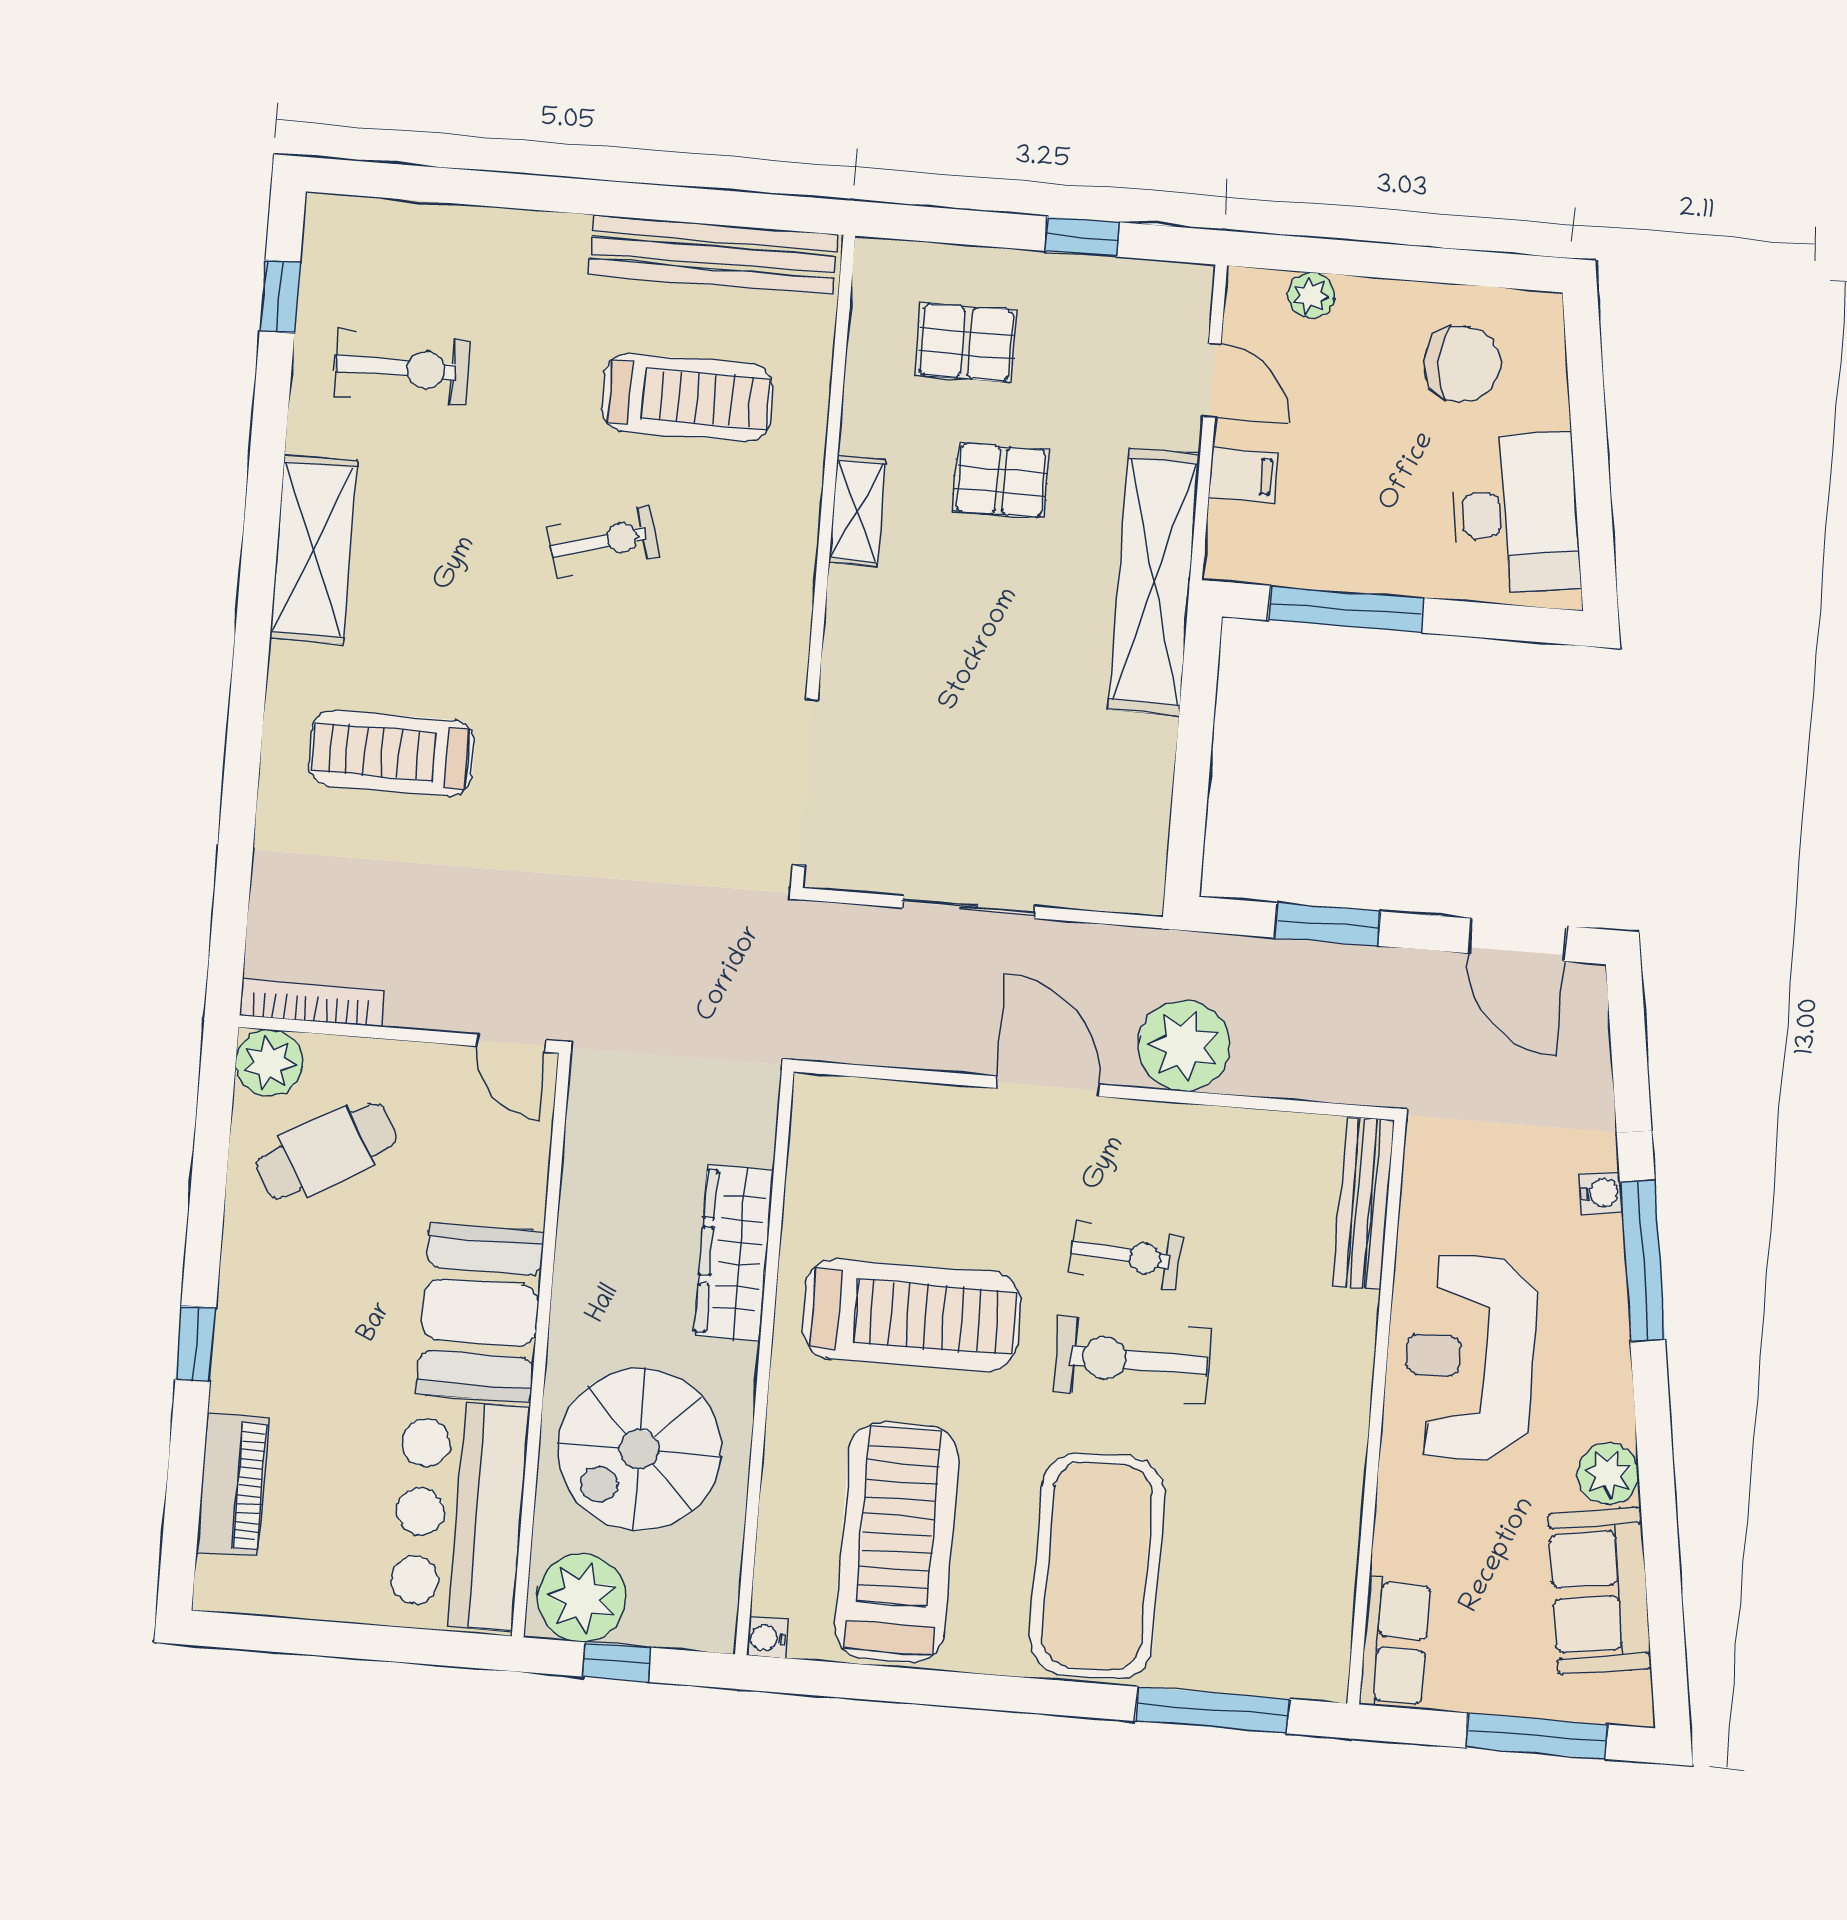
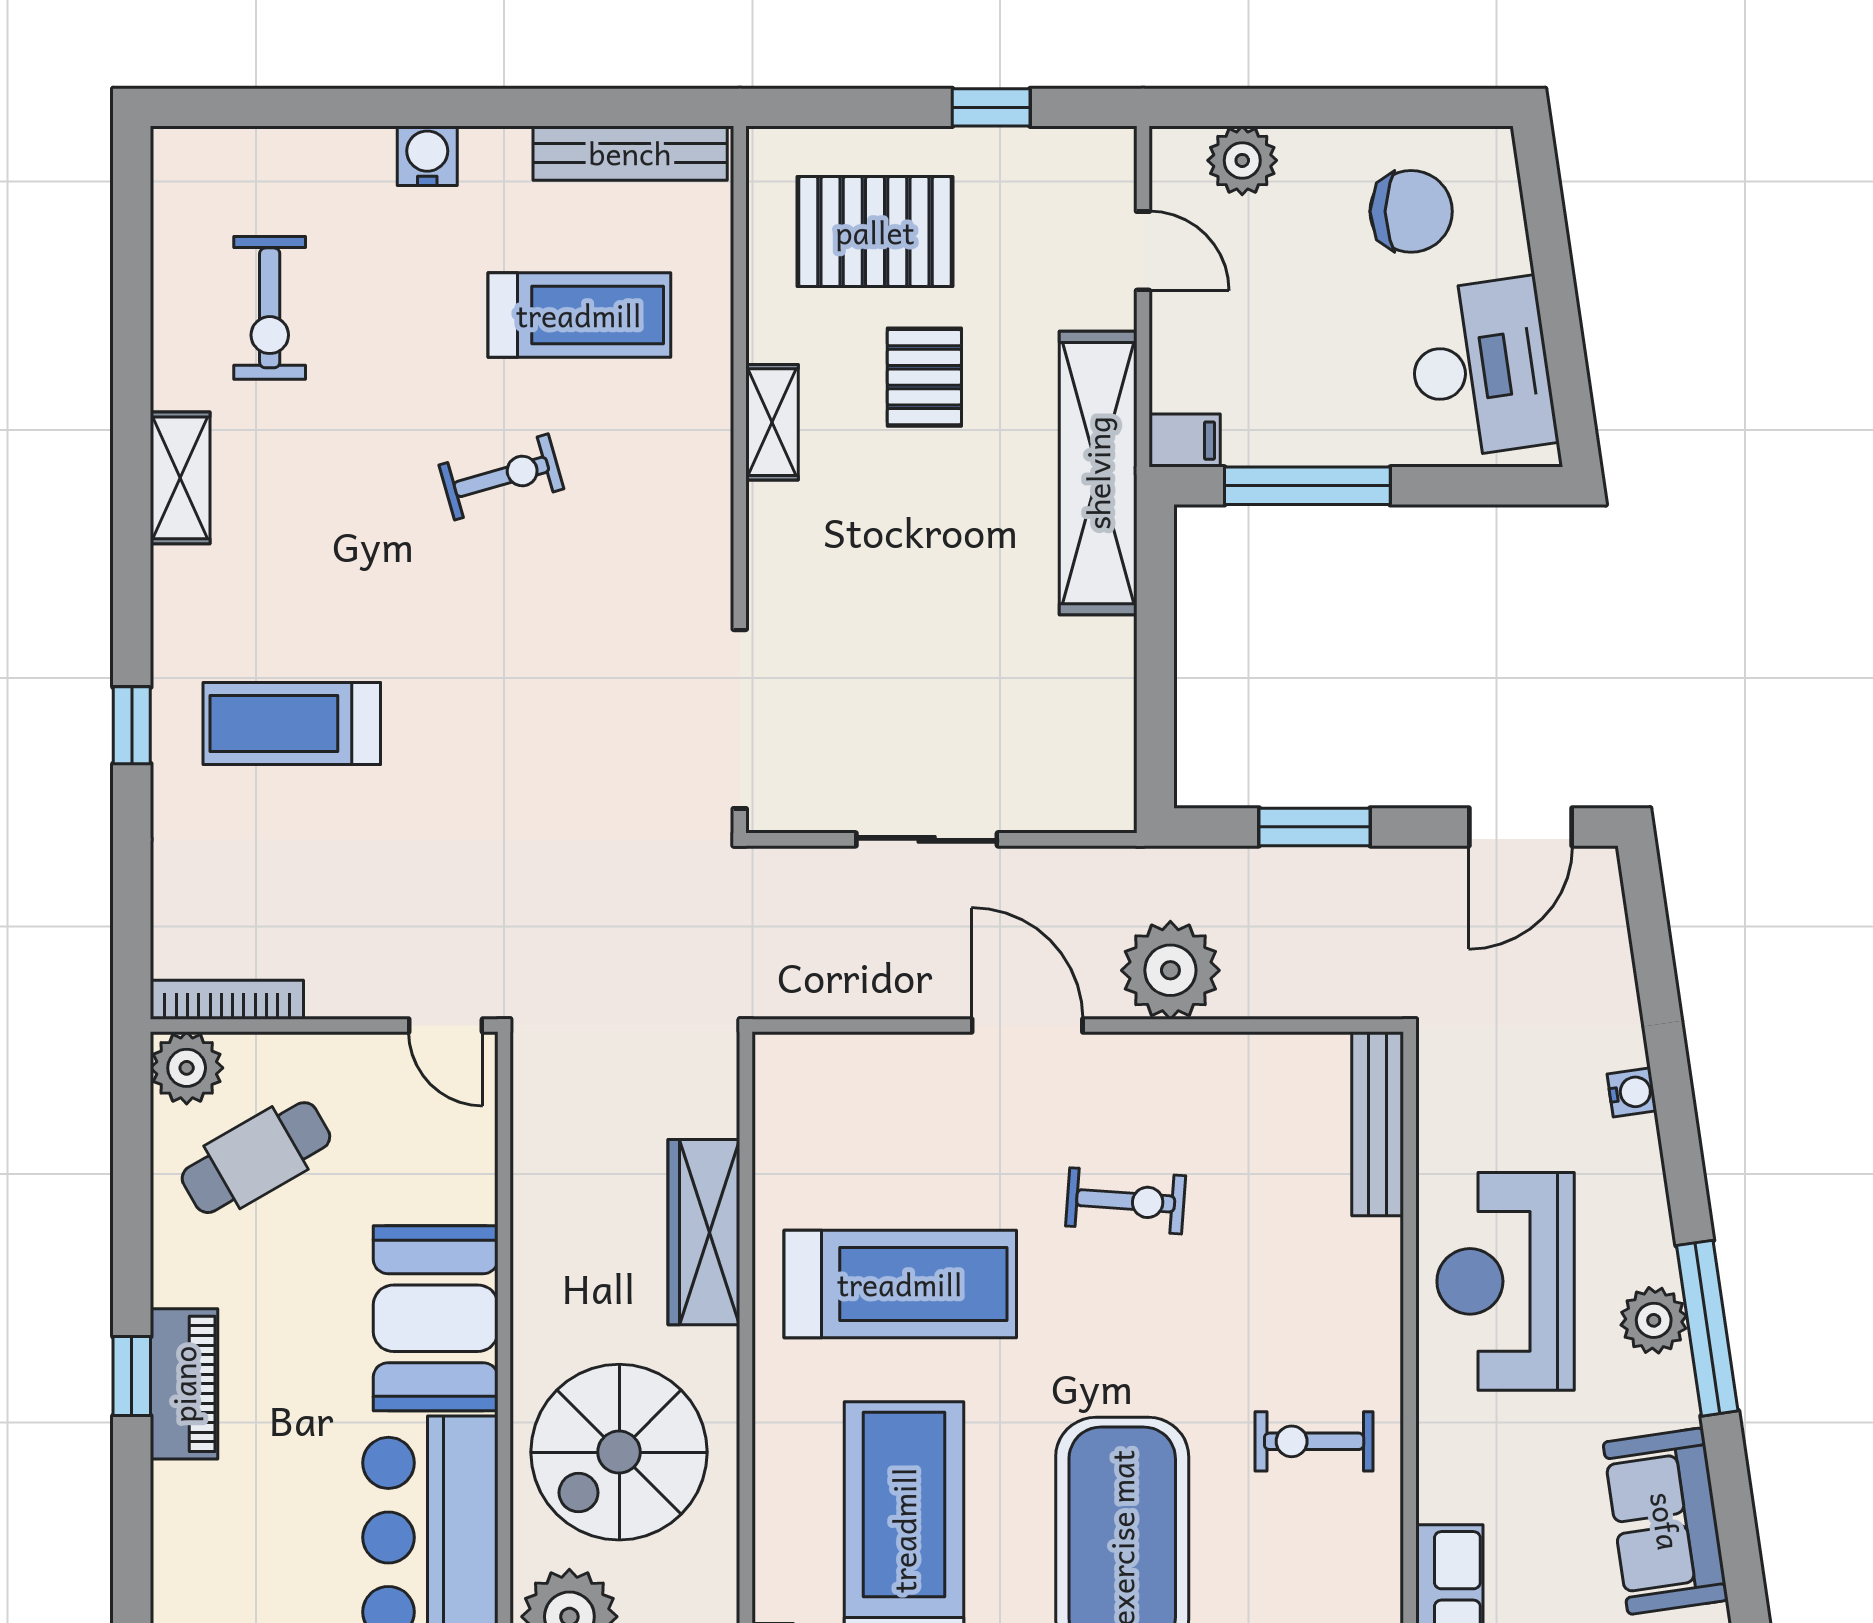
water cooler: (559, 240) -> (427, 156), added
bench: (713, 255) -> (630, 153), width x0.73, depth x0.82
window: (280, 296) -> (132, 725), moved
plant: (1311, 296) -> (1242, 160), width x1.38, depth x1.38
pallet: (966, 343) -> (875, 232), width x1.50, depth x1.42
exercise bike: (402, 368) -> (270, 308), turned 90
filing cabinet: (1243, 475) -> (1185, 441), moved
pallet: (1001, 481) -> (924, 377), turned 90
shelving: (314, 549) -> (180, 478), width x0.67, depth x0.75
door: (1517, 940) -> (1520, 827), hinge flipped
window: (1642, 1260) -> (1707, 1328), moved
exercise bike: (1132, 1360) -> (1314, 1441), moved, width x0.73, depth x0.72
plant: (1608, 1474) -> (1654, 1320), moved
piano: (233, 1485) -> (184, 1384), moved

